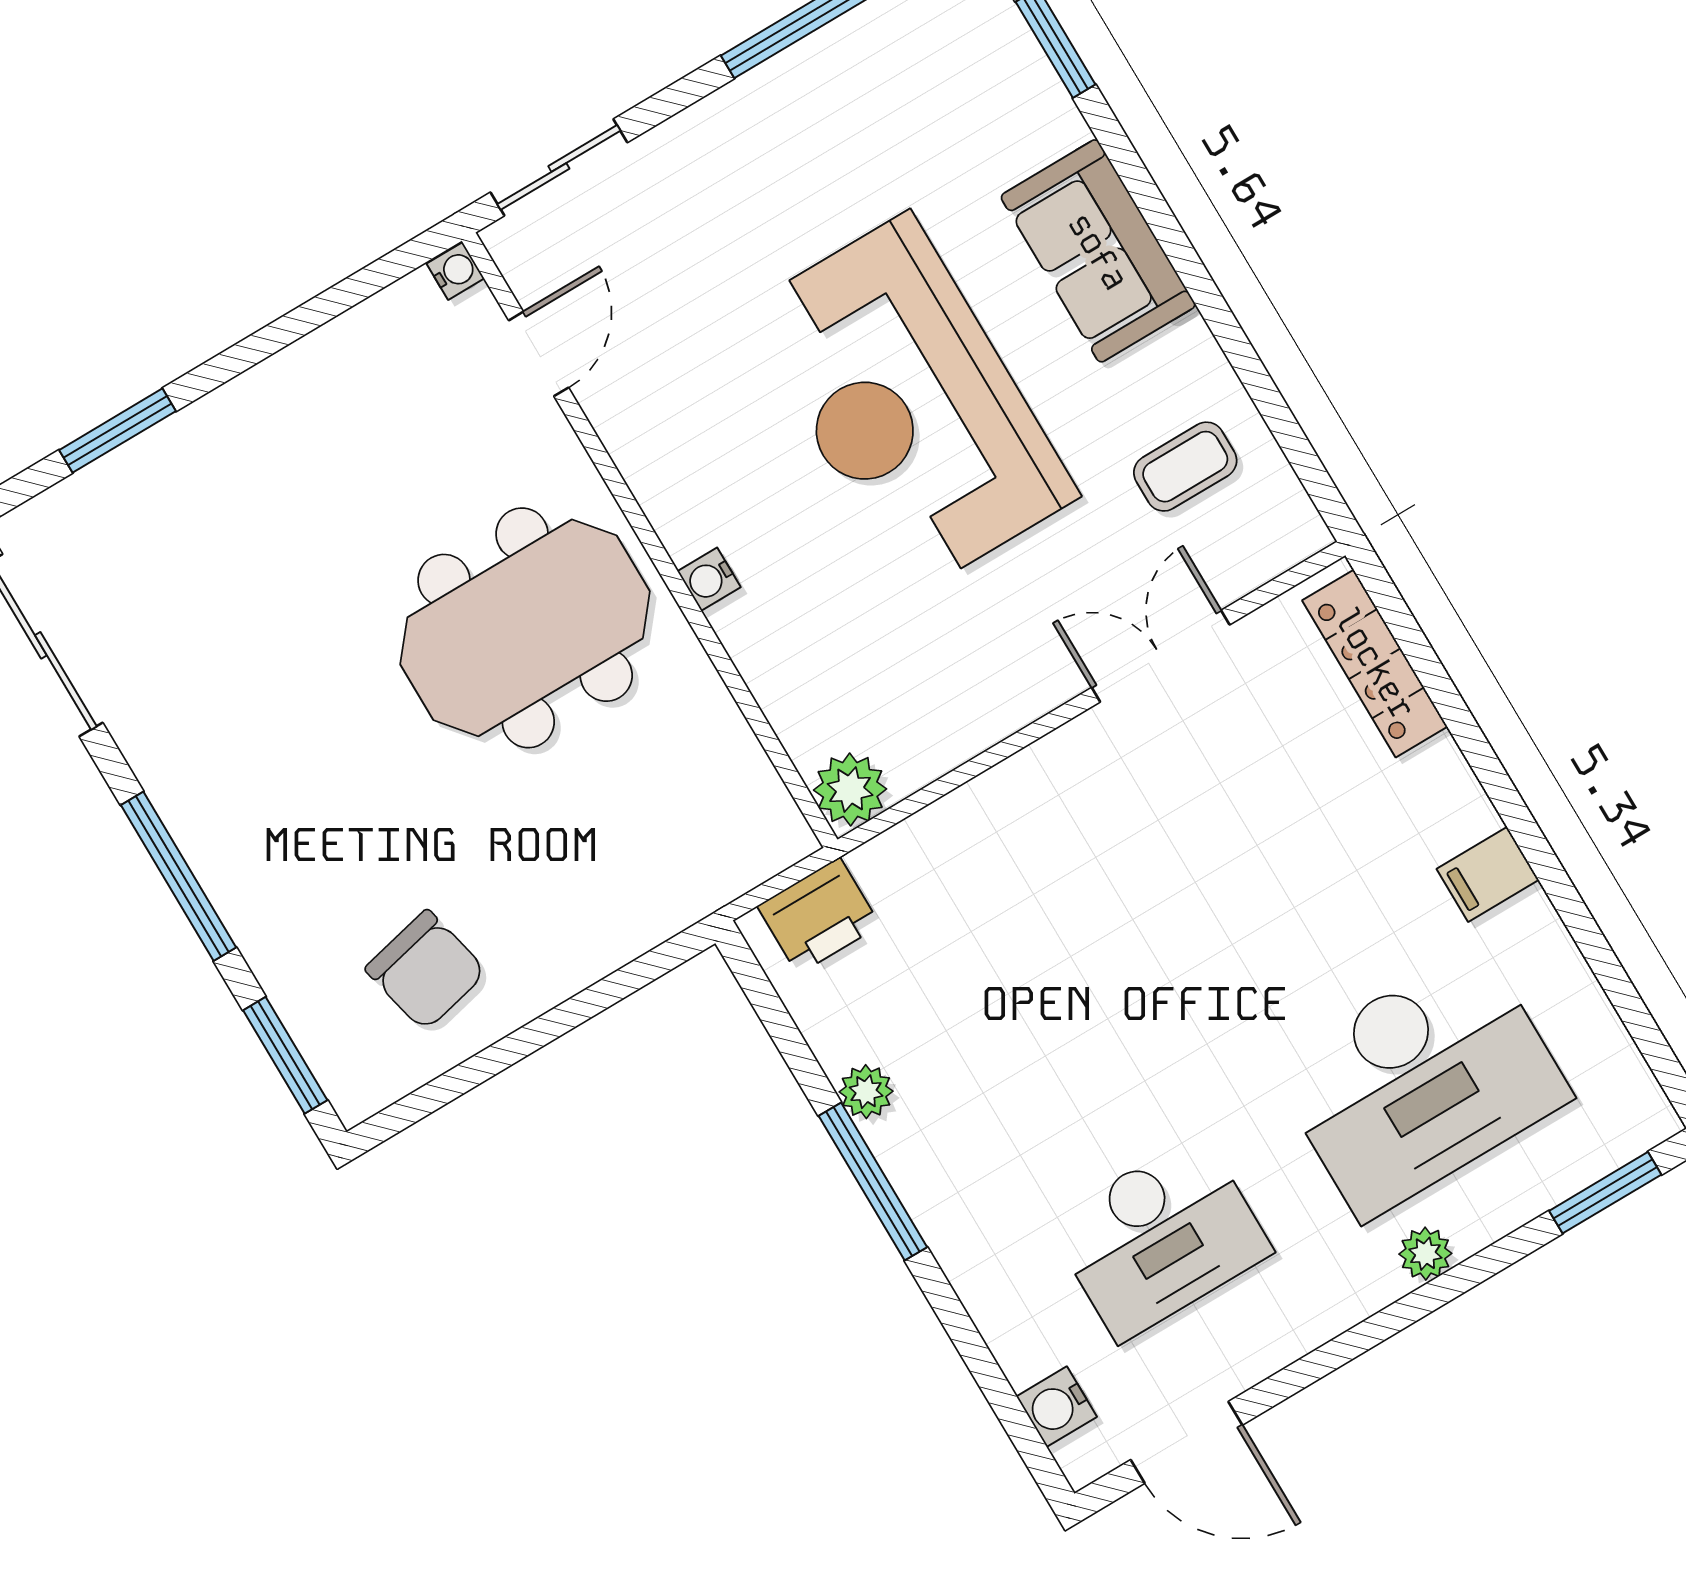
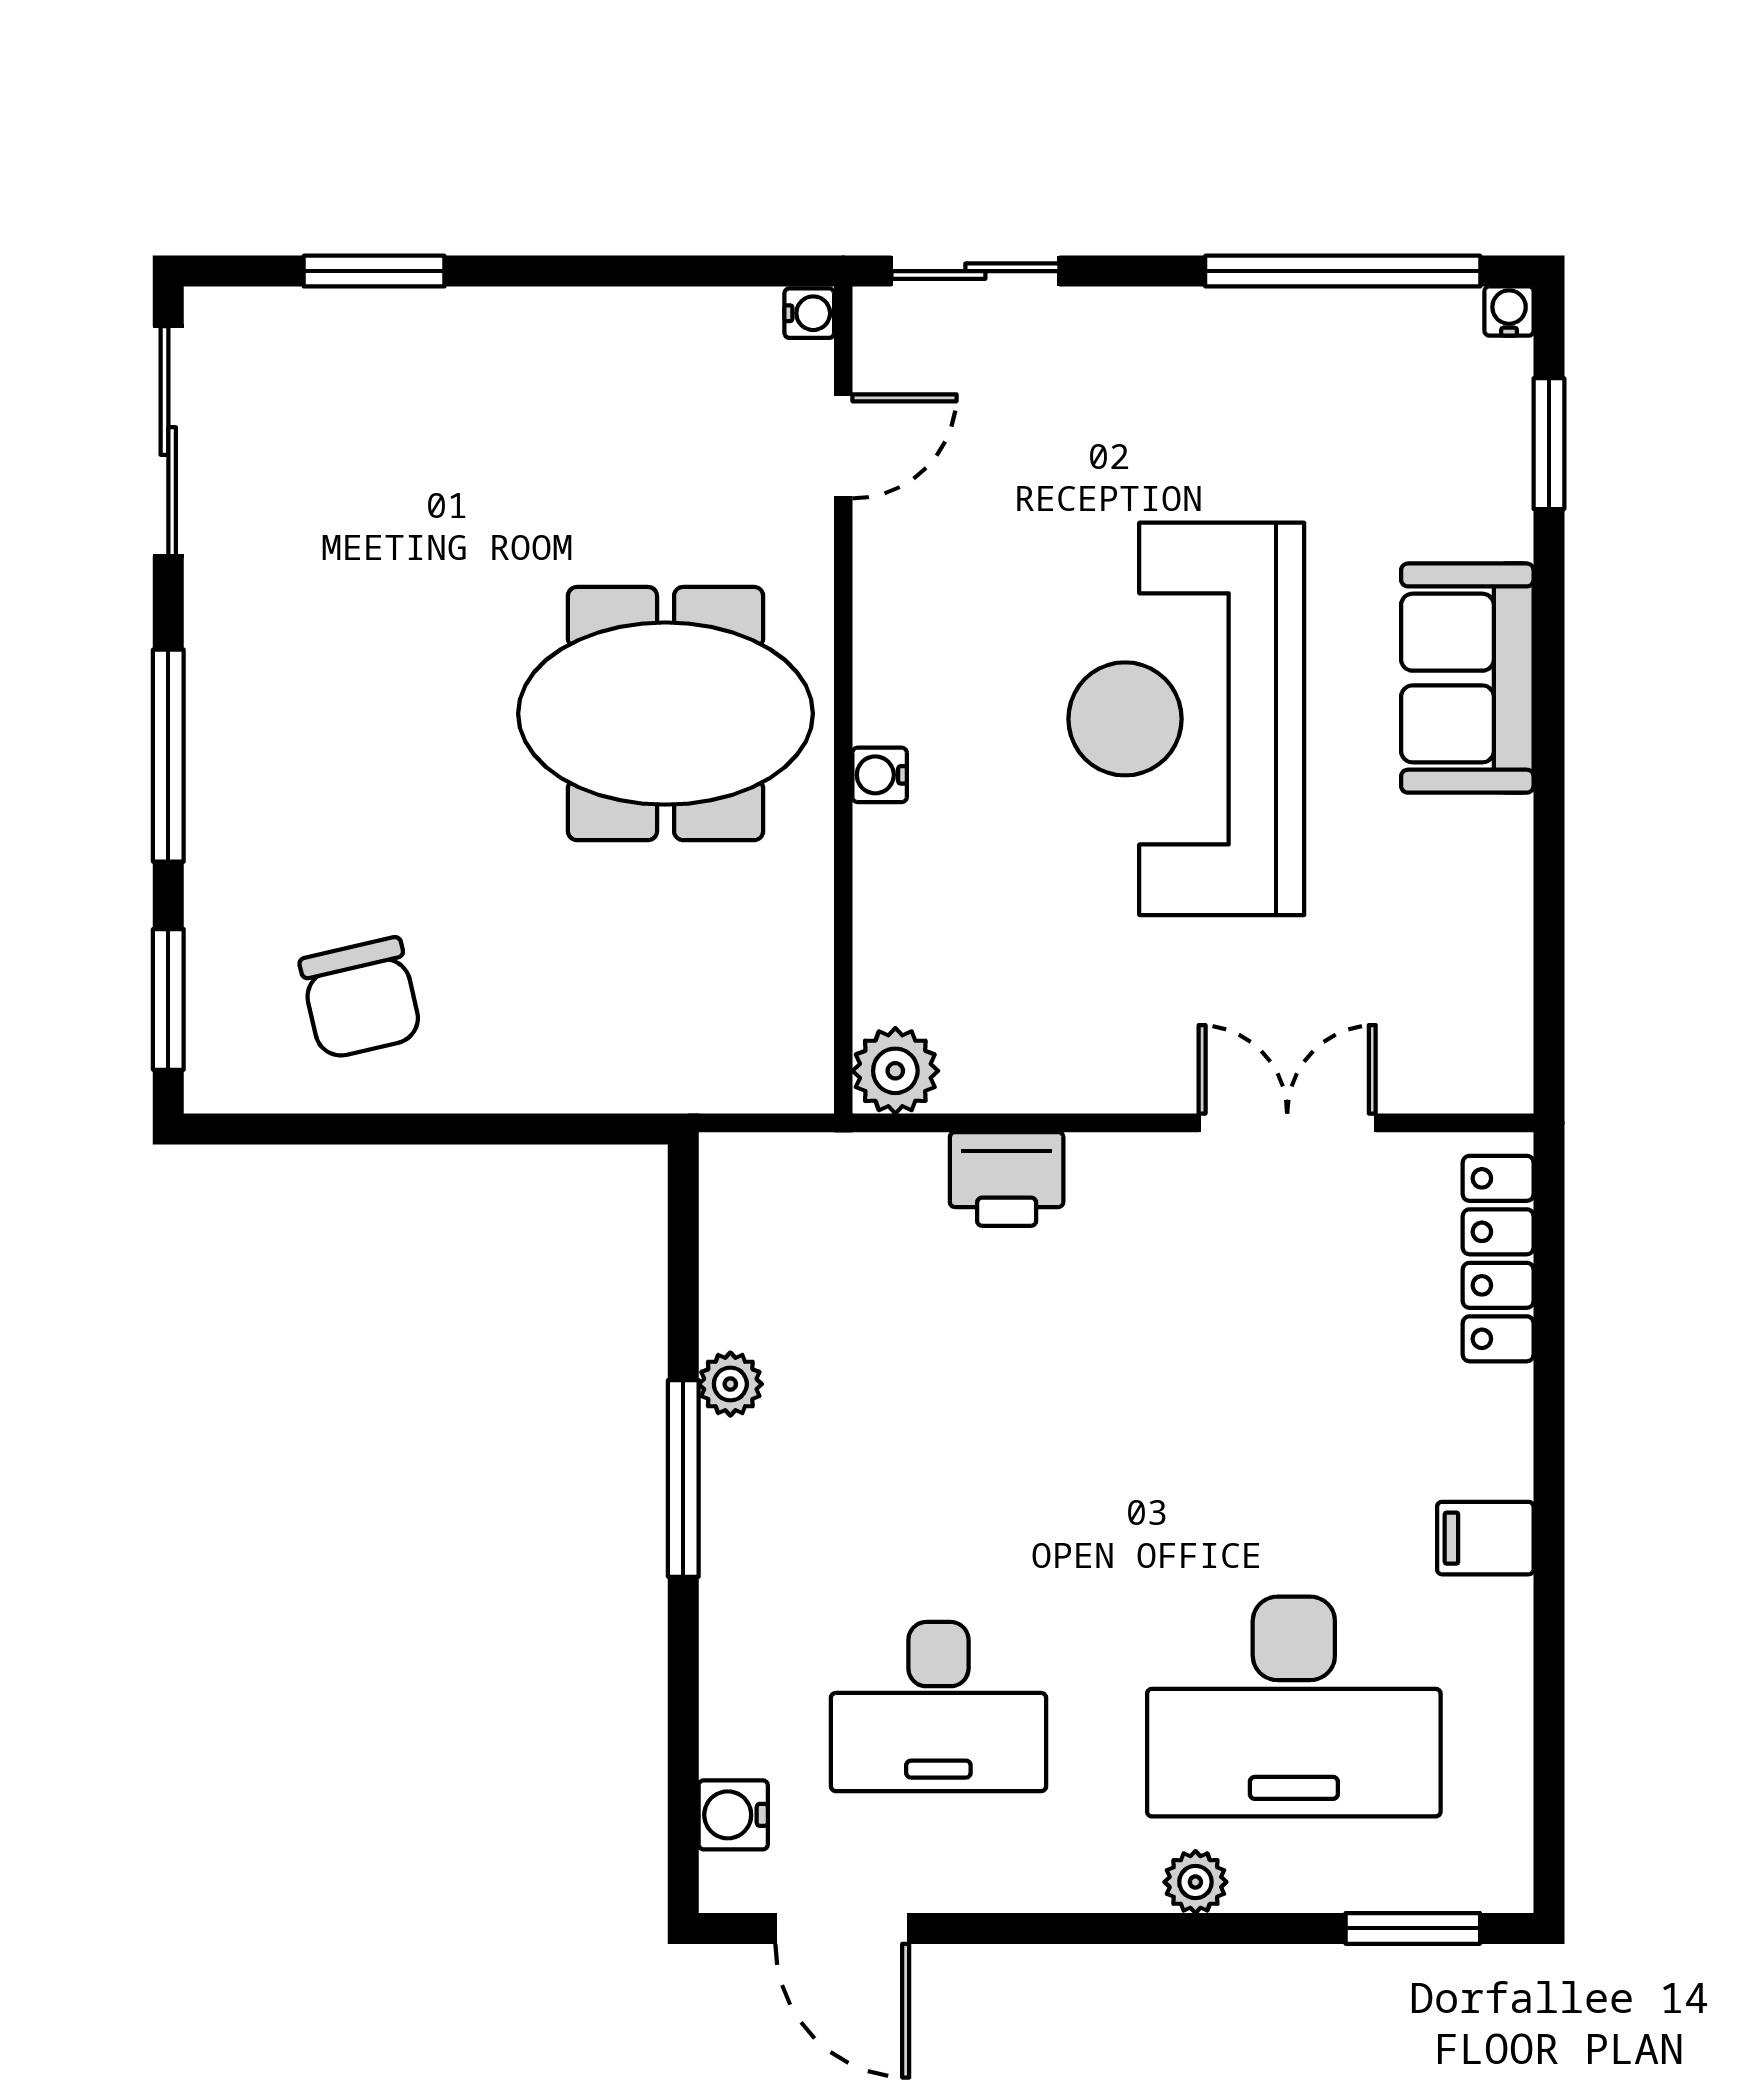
coffee table: (1185, 467) -> (1426, 947), removed
printer: (819, 916) -> (1007, 1179), moved

